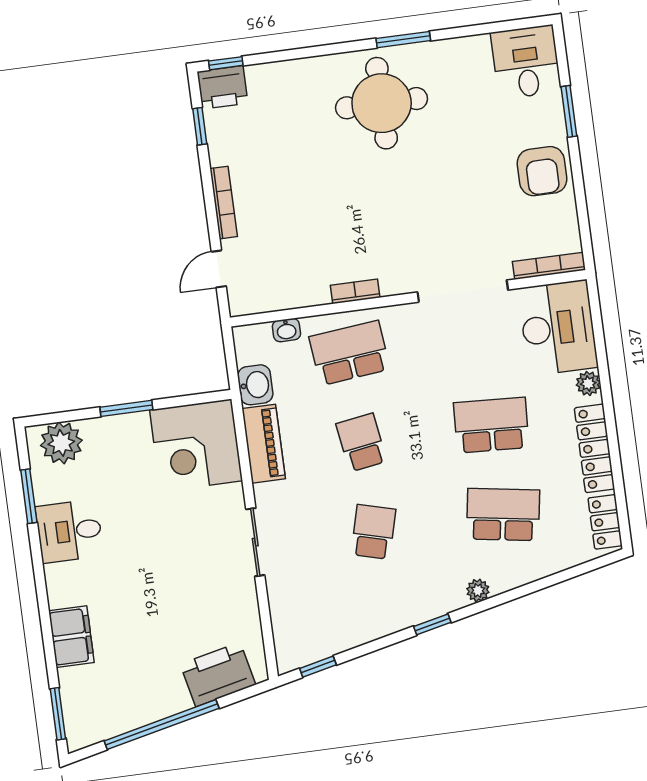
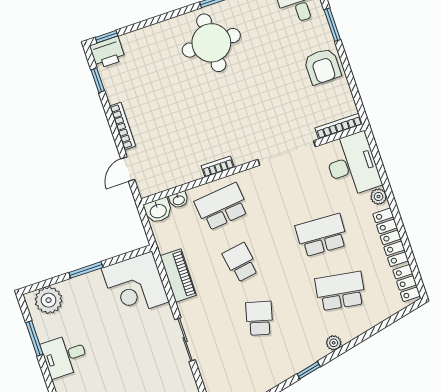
washbasin: (255, 385) -> (158, 211), moved, turned 90

